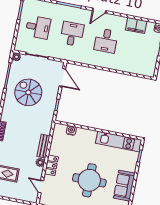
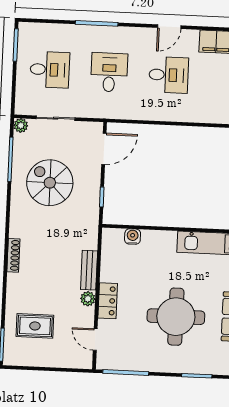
door: (99, 11) -> (169, 27), moved
desk: (106, 41) -> (169, 75), turned -90
door: (62, 77) -> (104, 149), hinge flipped

